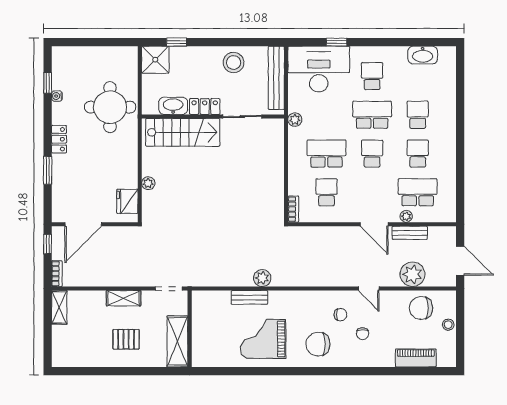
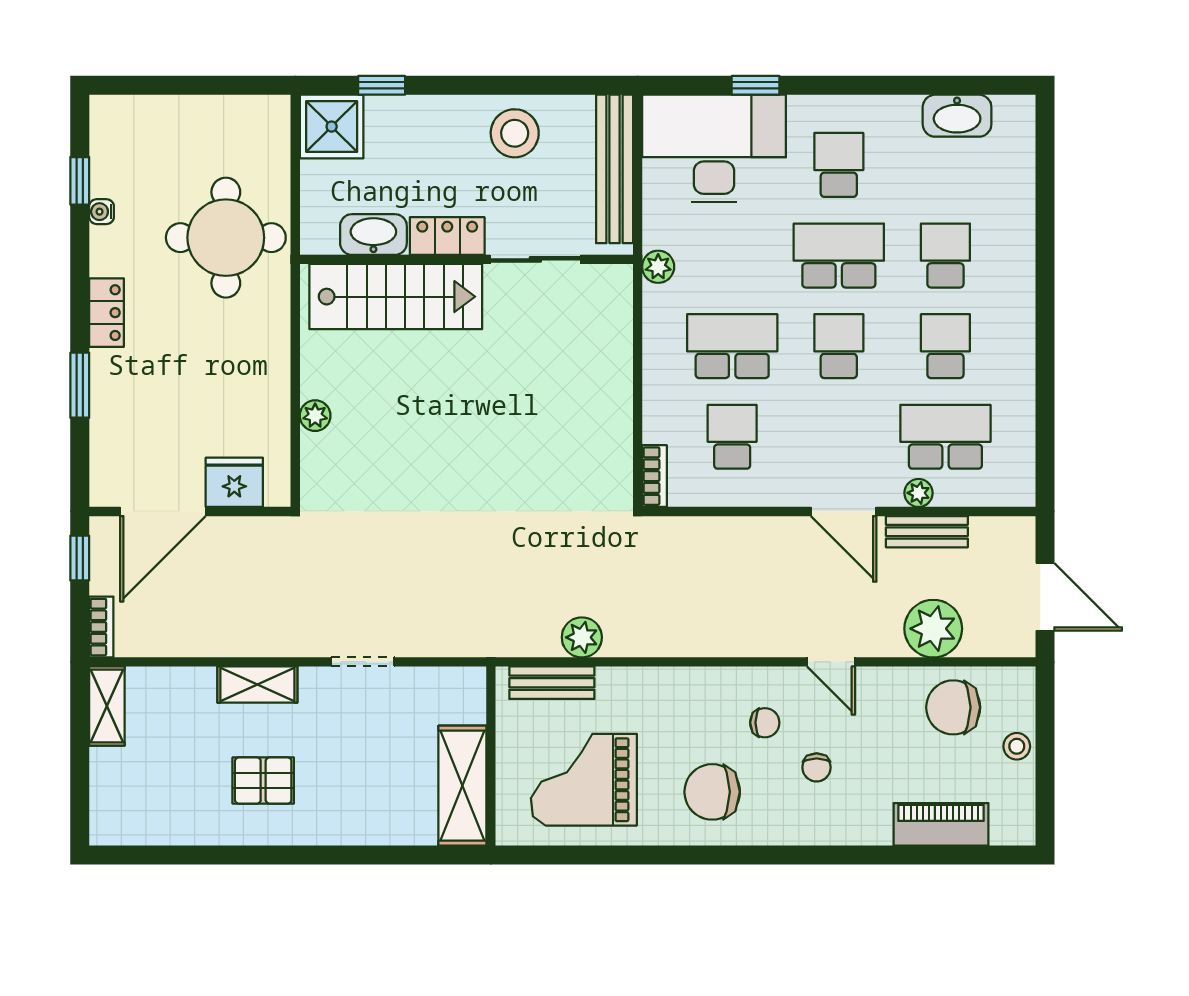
fridge: (127, 201) -> (234, 482), moved, turned 90
wall: (190, 329) -> (491, 756), moved
shelving: (177, 341) -> (462, 786), moved

